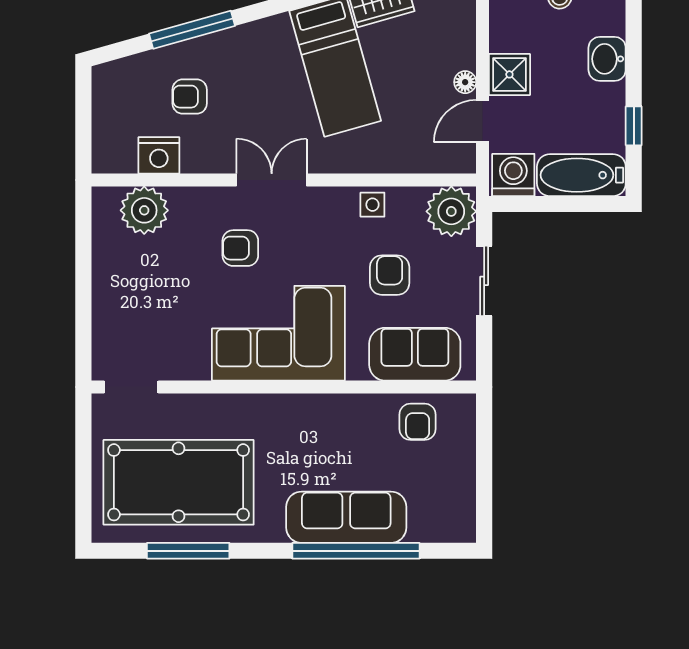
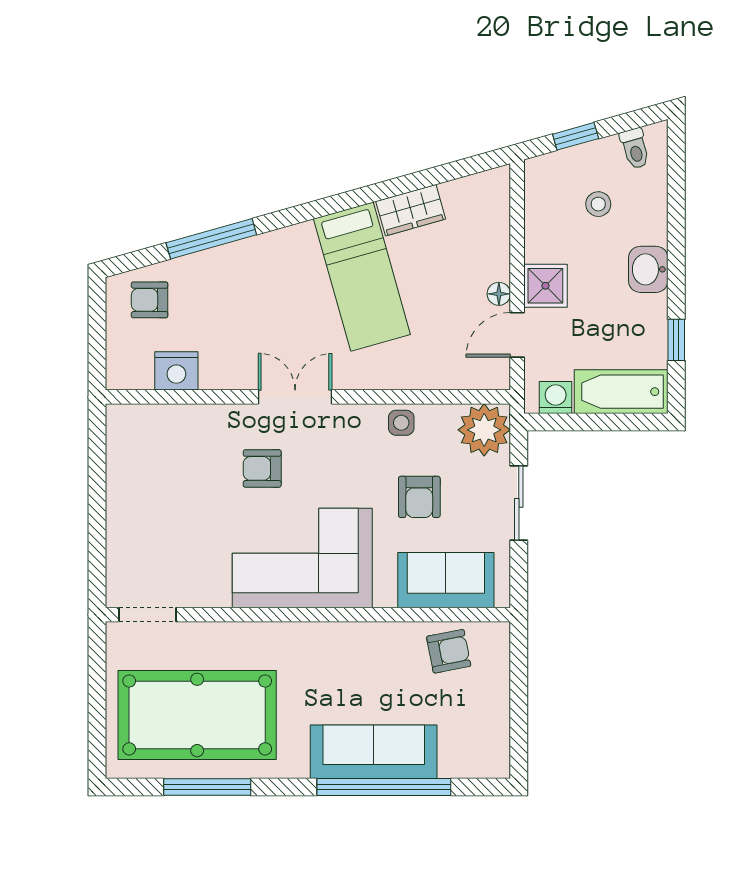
armchair: (190, 97) -> (150, 300), moved
washing machine: (513, 175) -> (556, 398), width x0.73, depth x0.73
plant: (144, 210) -> (161, 429), removed
armchair: (390, 275) -> (419, 497), turned 180
armchair: (418, 422) -> (449, 651), turned -101

